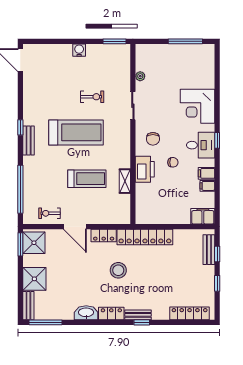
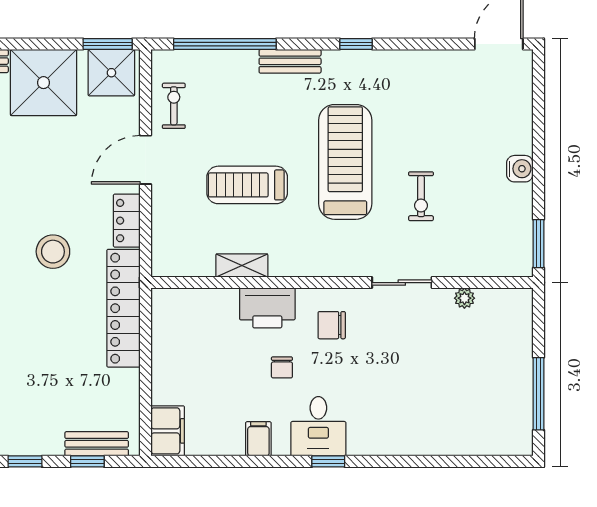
corner desk: (197, 106) -> (401, 419), removed
treadmill: (76, 132) -> (345, 162), turned 180
bench: (29, 140) -> (290, 61), moved
treadmill: (87, 179) -> (247, 185), turned 90
filing cabinet: (207, 186) -> (232, 441), removed
shower: (34, 279) -> (44, 83), width x1.37, depth x1.37

